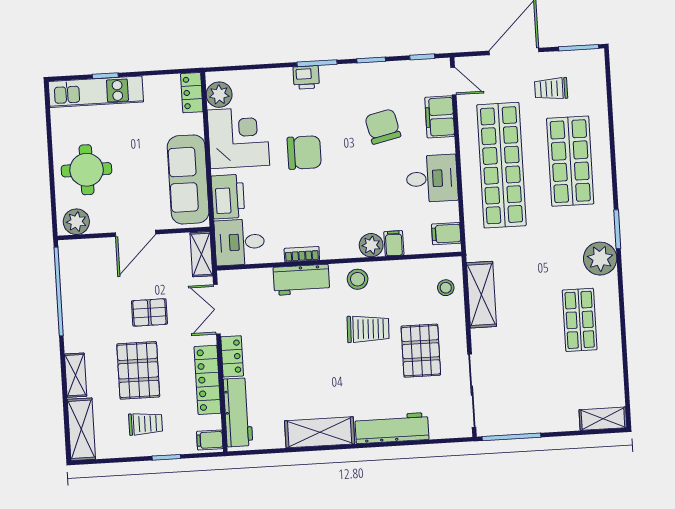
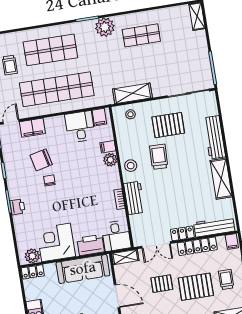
chair: (304, 152) -> (49, 180), moved, width x0.54, depth x0.54
desk: (432, 178) -> (80, 127), moved
pallet: (149, 312) -> (162, 284), turned 90

